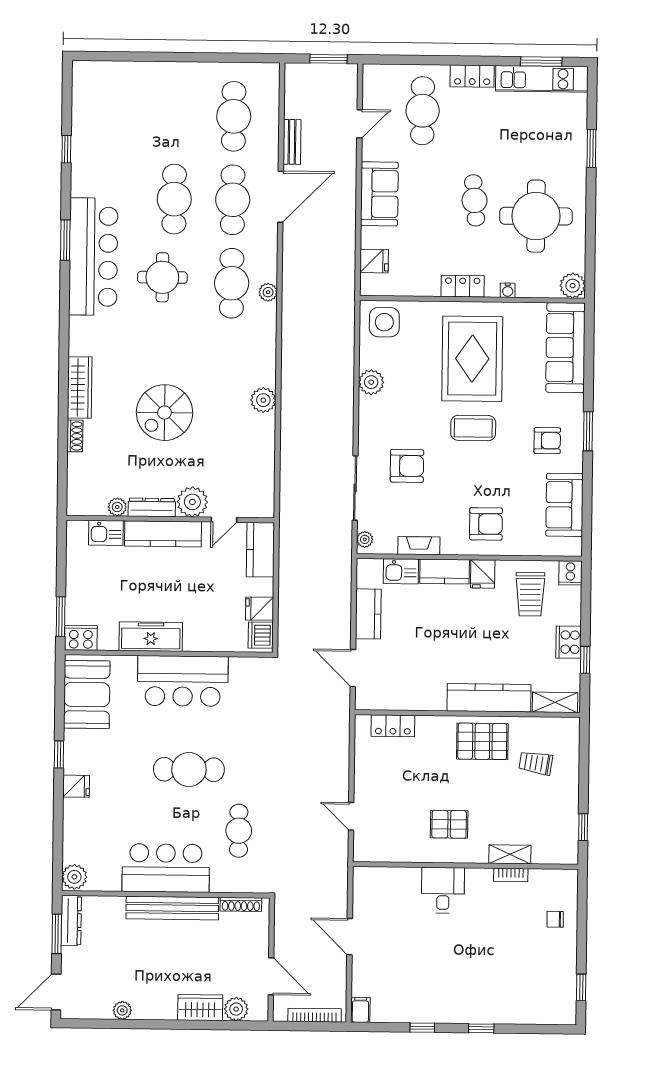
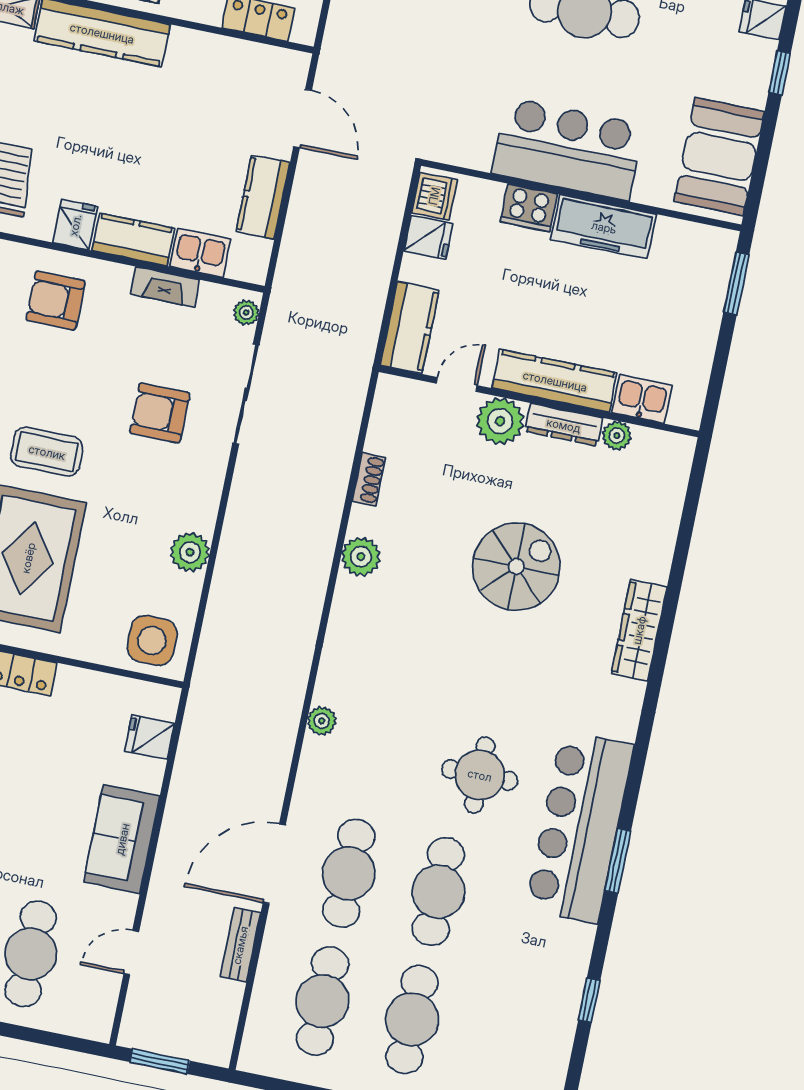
cafe table: (232, 283) -> (412, 1020), moved
shoe rack: (75, 436) -> (369, 479), moved, turned 180
cooker: (81, 638) -> (529, 208), moved

